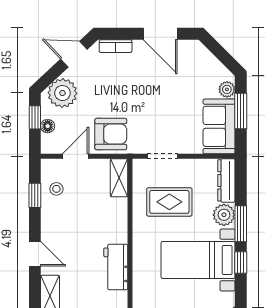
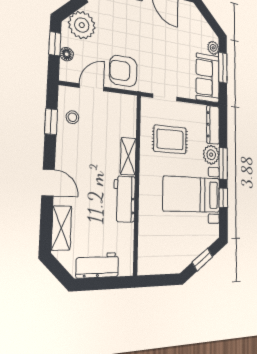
armchair: (111, 134) -> (123, 71), turned 180
shelving: (119, 178) -> (128, 156), moved

